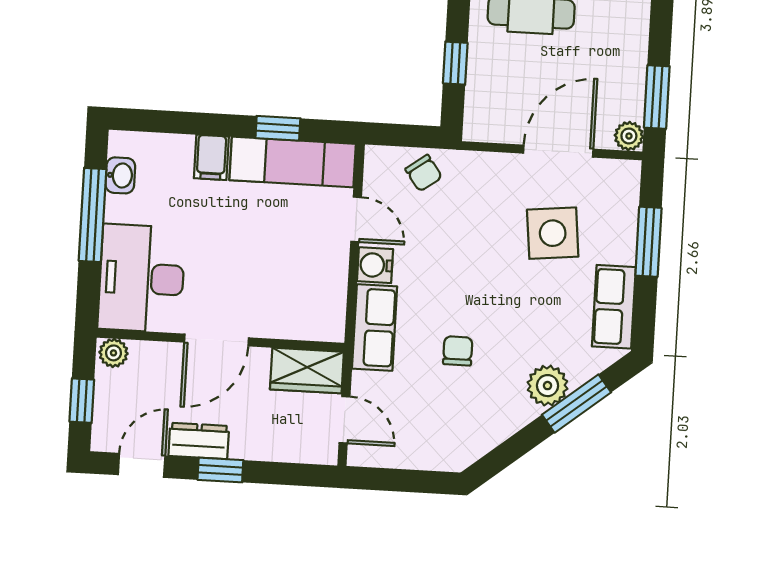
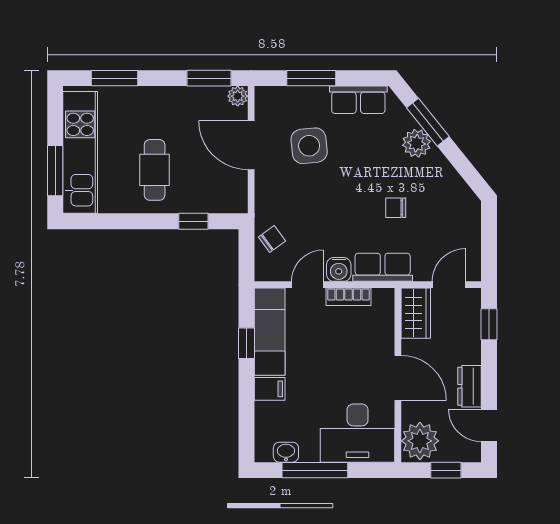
bookcase: (336, 277) -> (348, 297), added
plant: (114, 353) -> (420, 441), width x1.88, depth x1.88
window: (220, 470) -> (489, 324), moved

